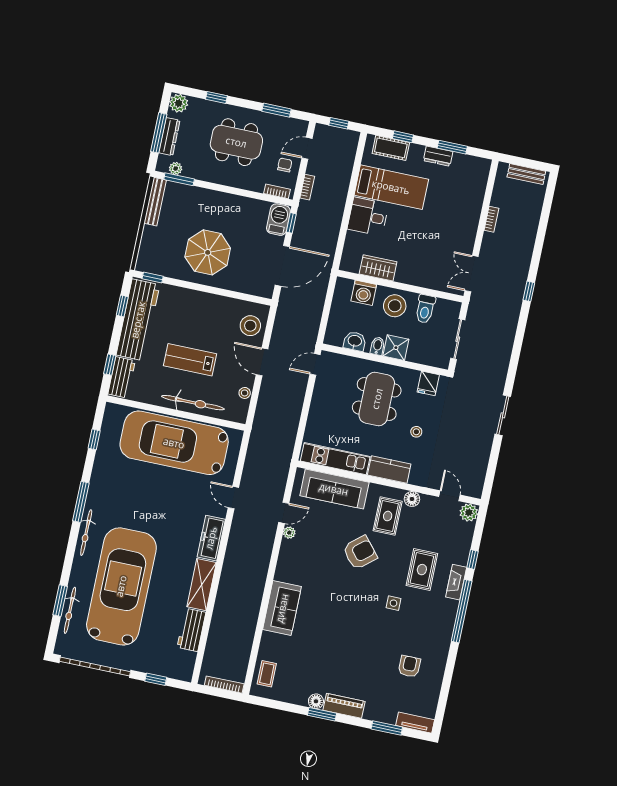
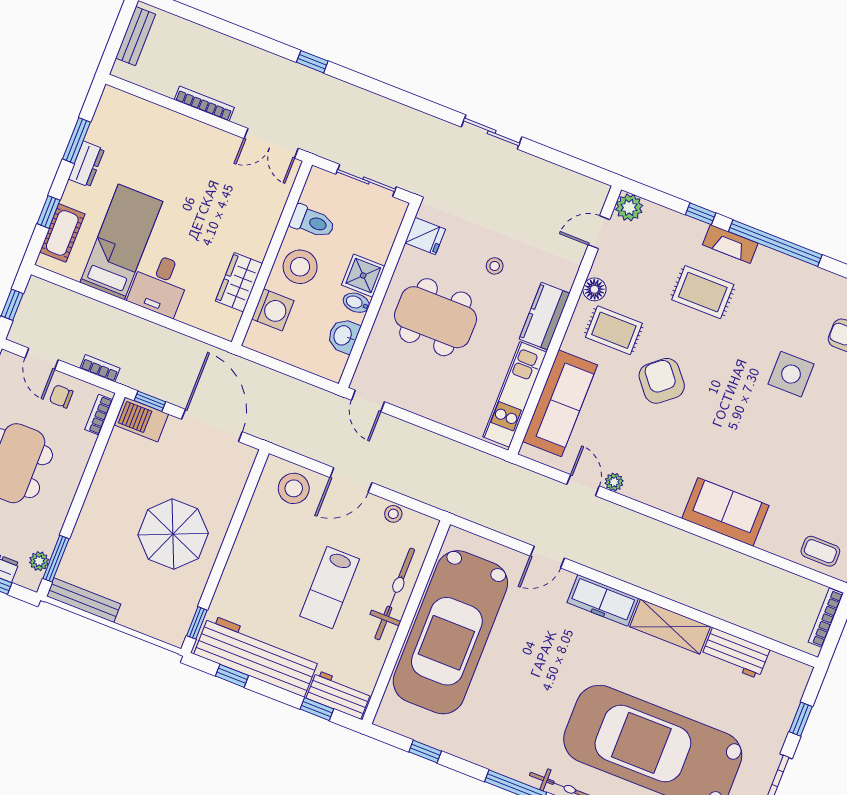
bookcase: (491, 219) -> (204, 104), width x1.56
side table: (393, 603) -> (791, 374), moved, width x1.87, depth x1.87

